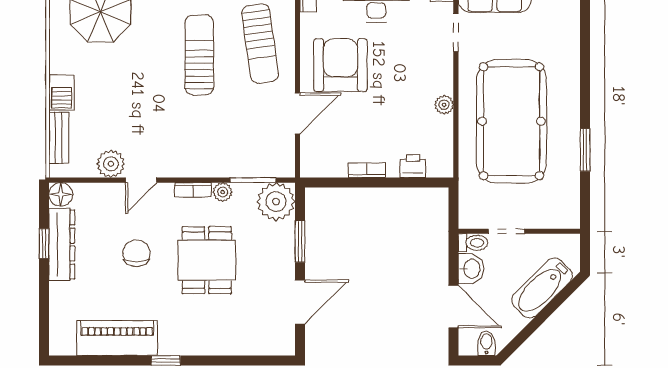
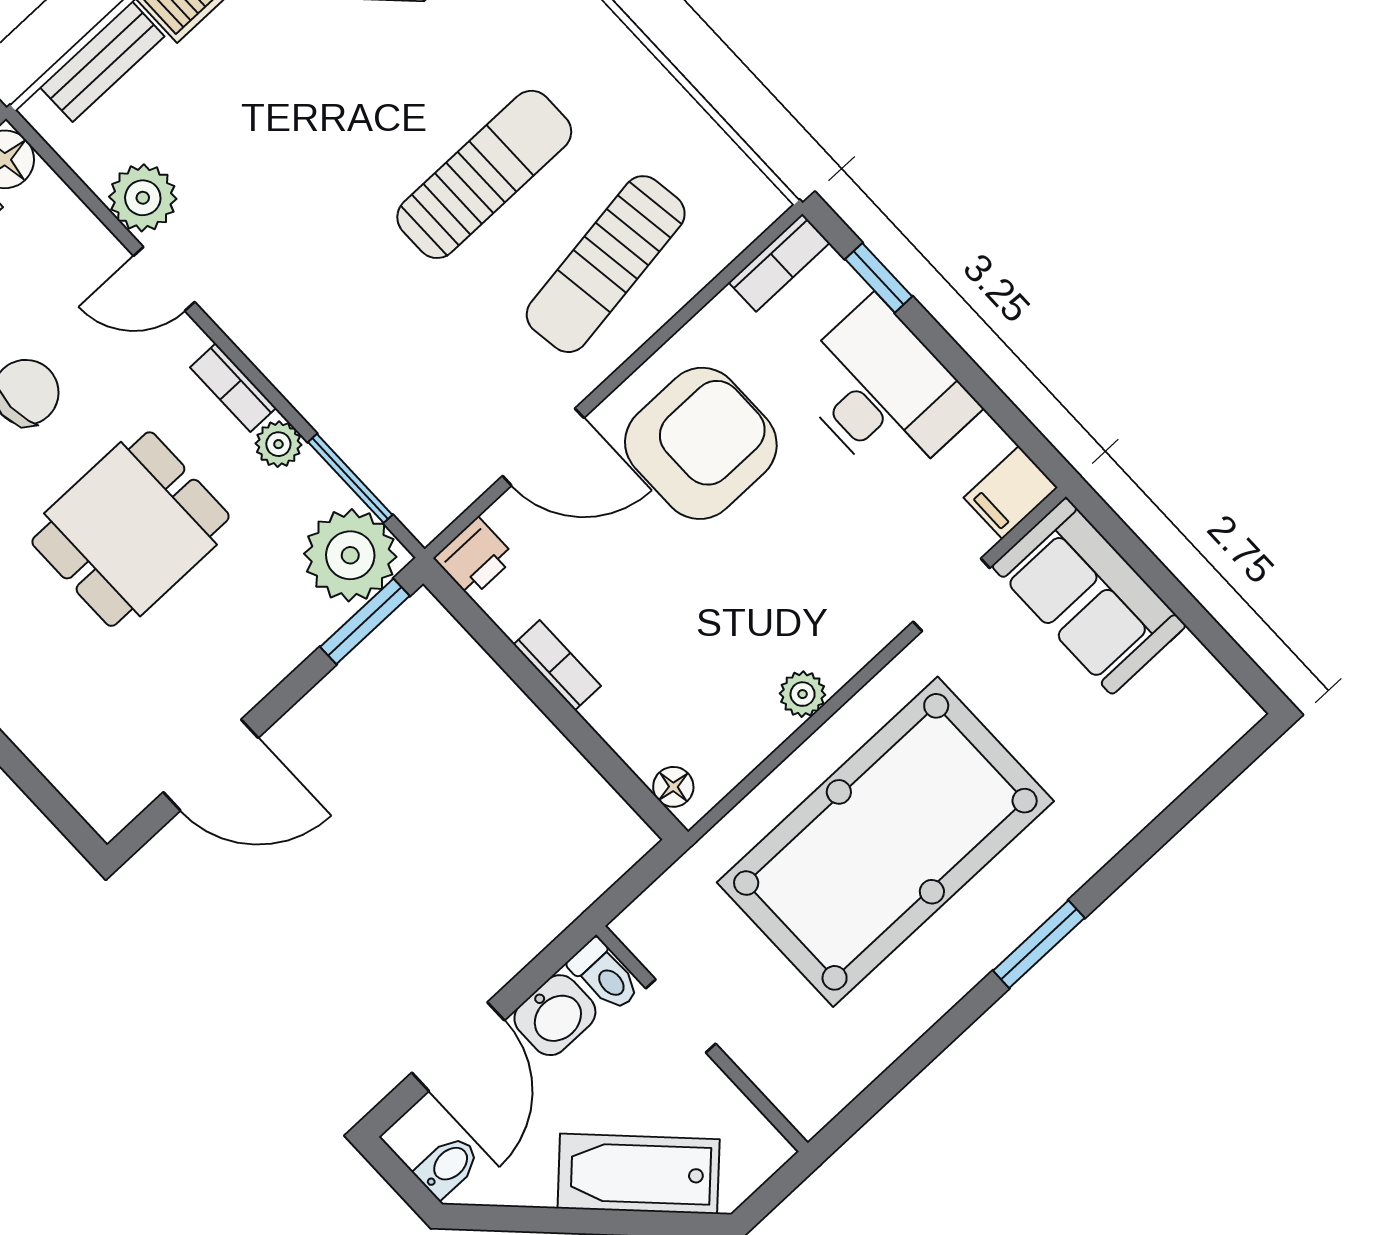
window: (585, 150) -> (1039, 944), moved
printer: (413, 166) -> (474, 558), moved, turned 90
floor lamp: (436, 169) -> (673, 787), added
window: (300, 242) -> (365, 621), moved

